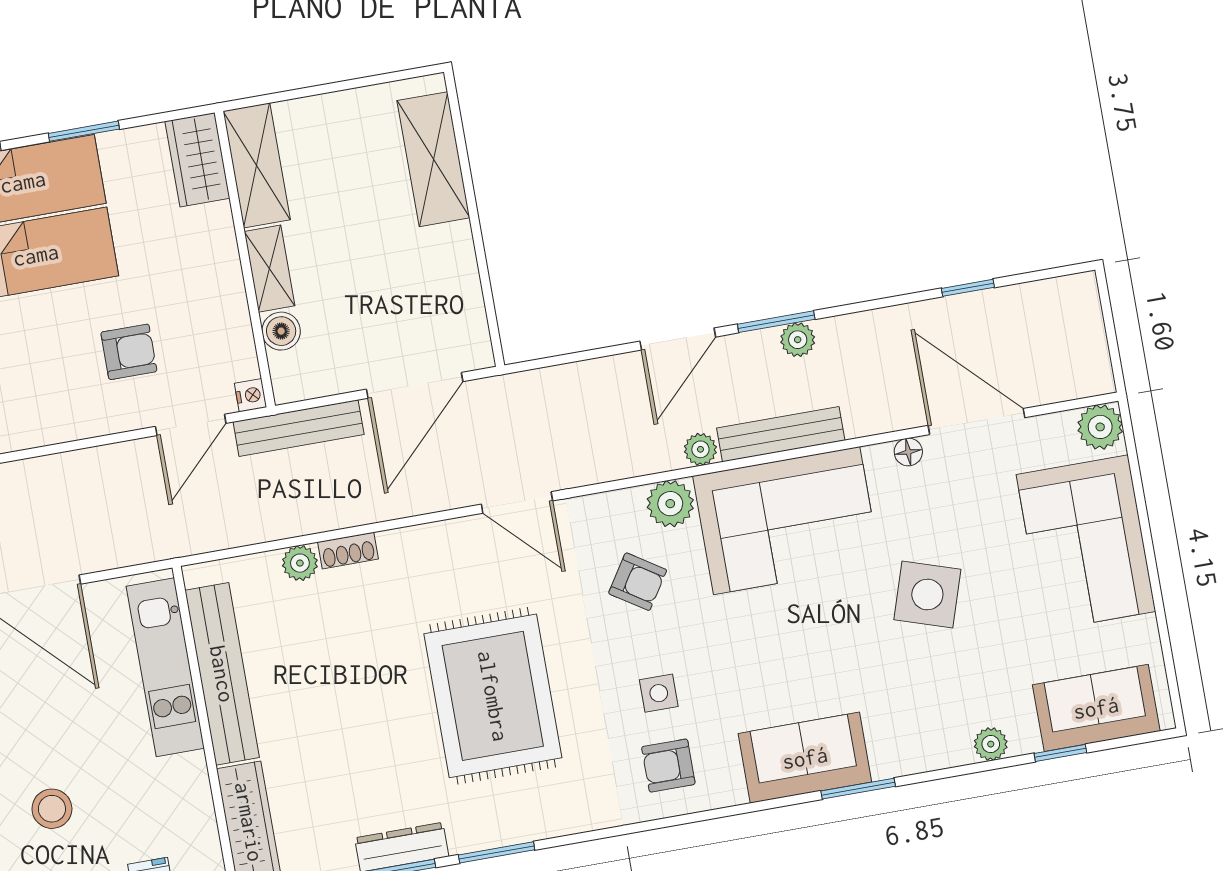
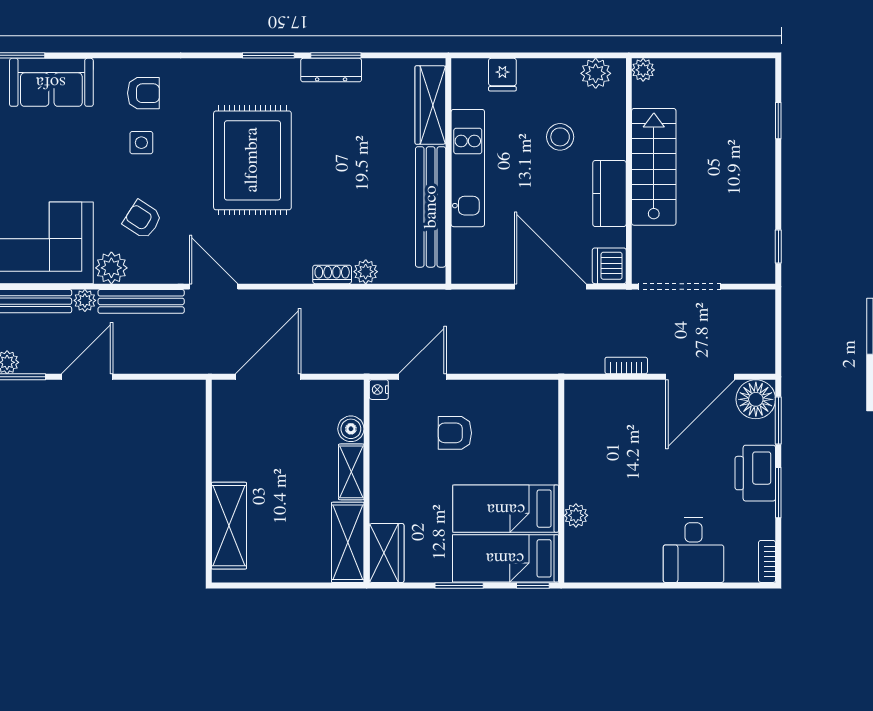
bench: (299, 428) -> (141, 301), moved
kitchen unit: (165, 667) -> (468, 168), moved

